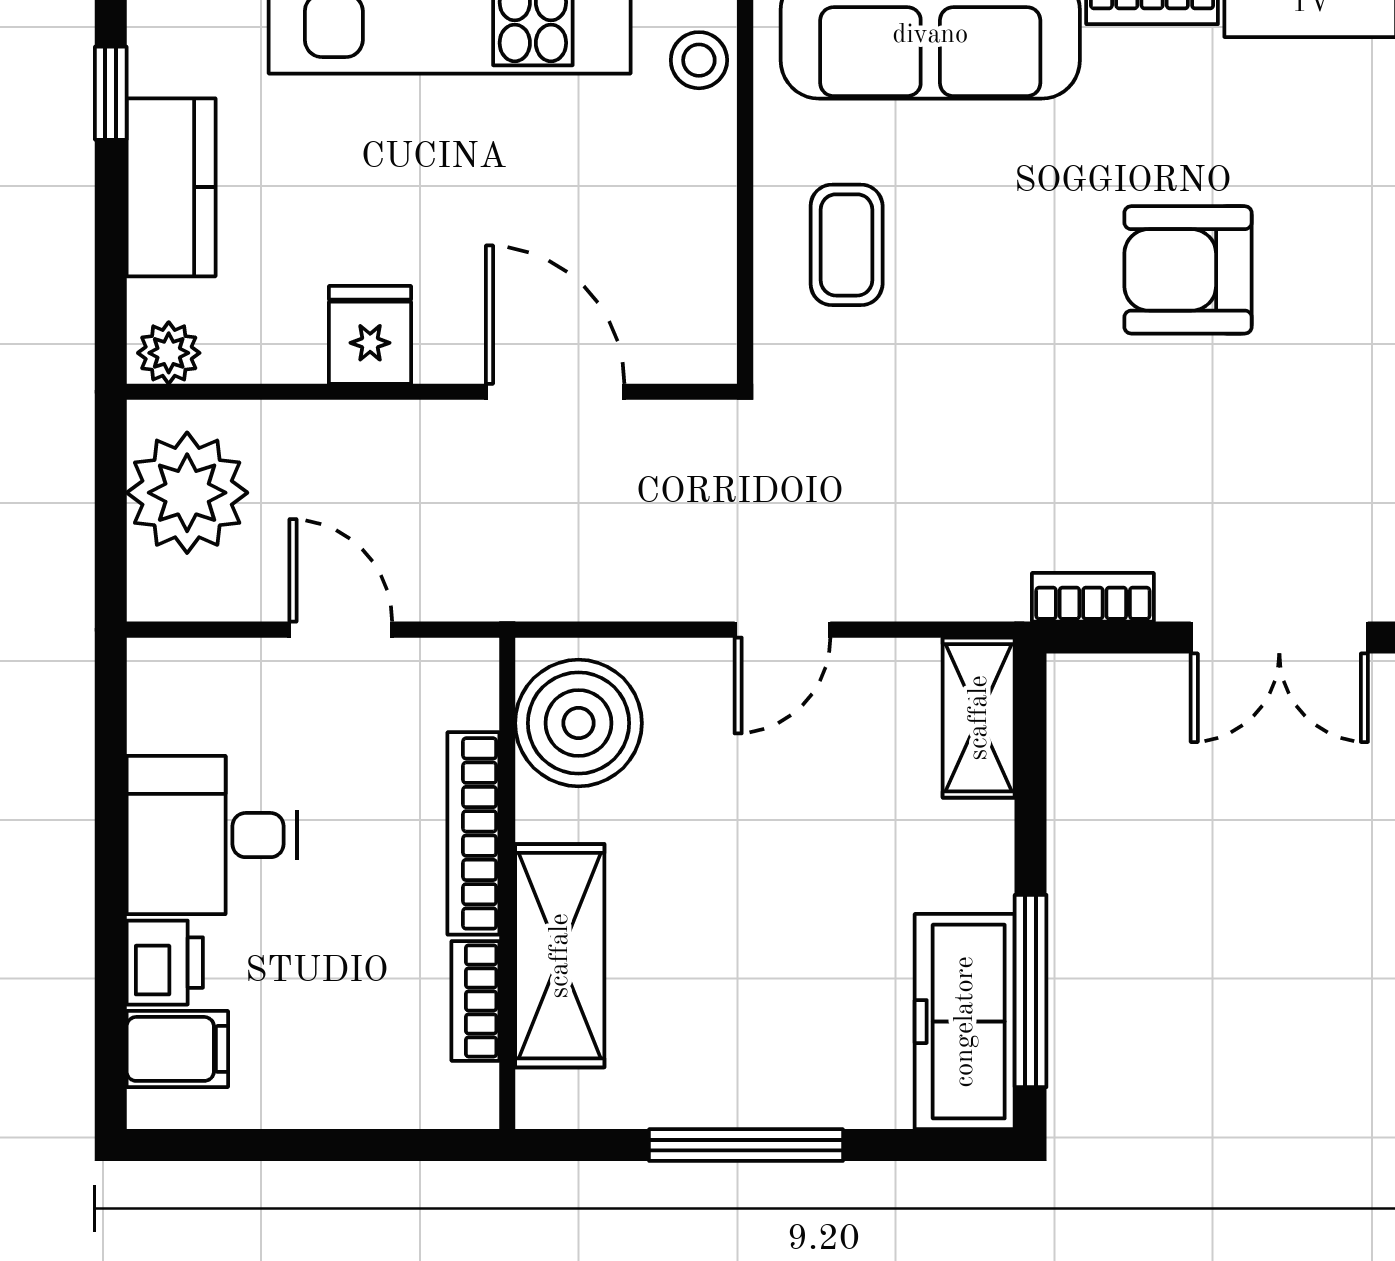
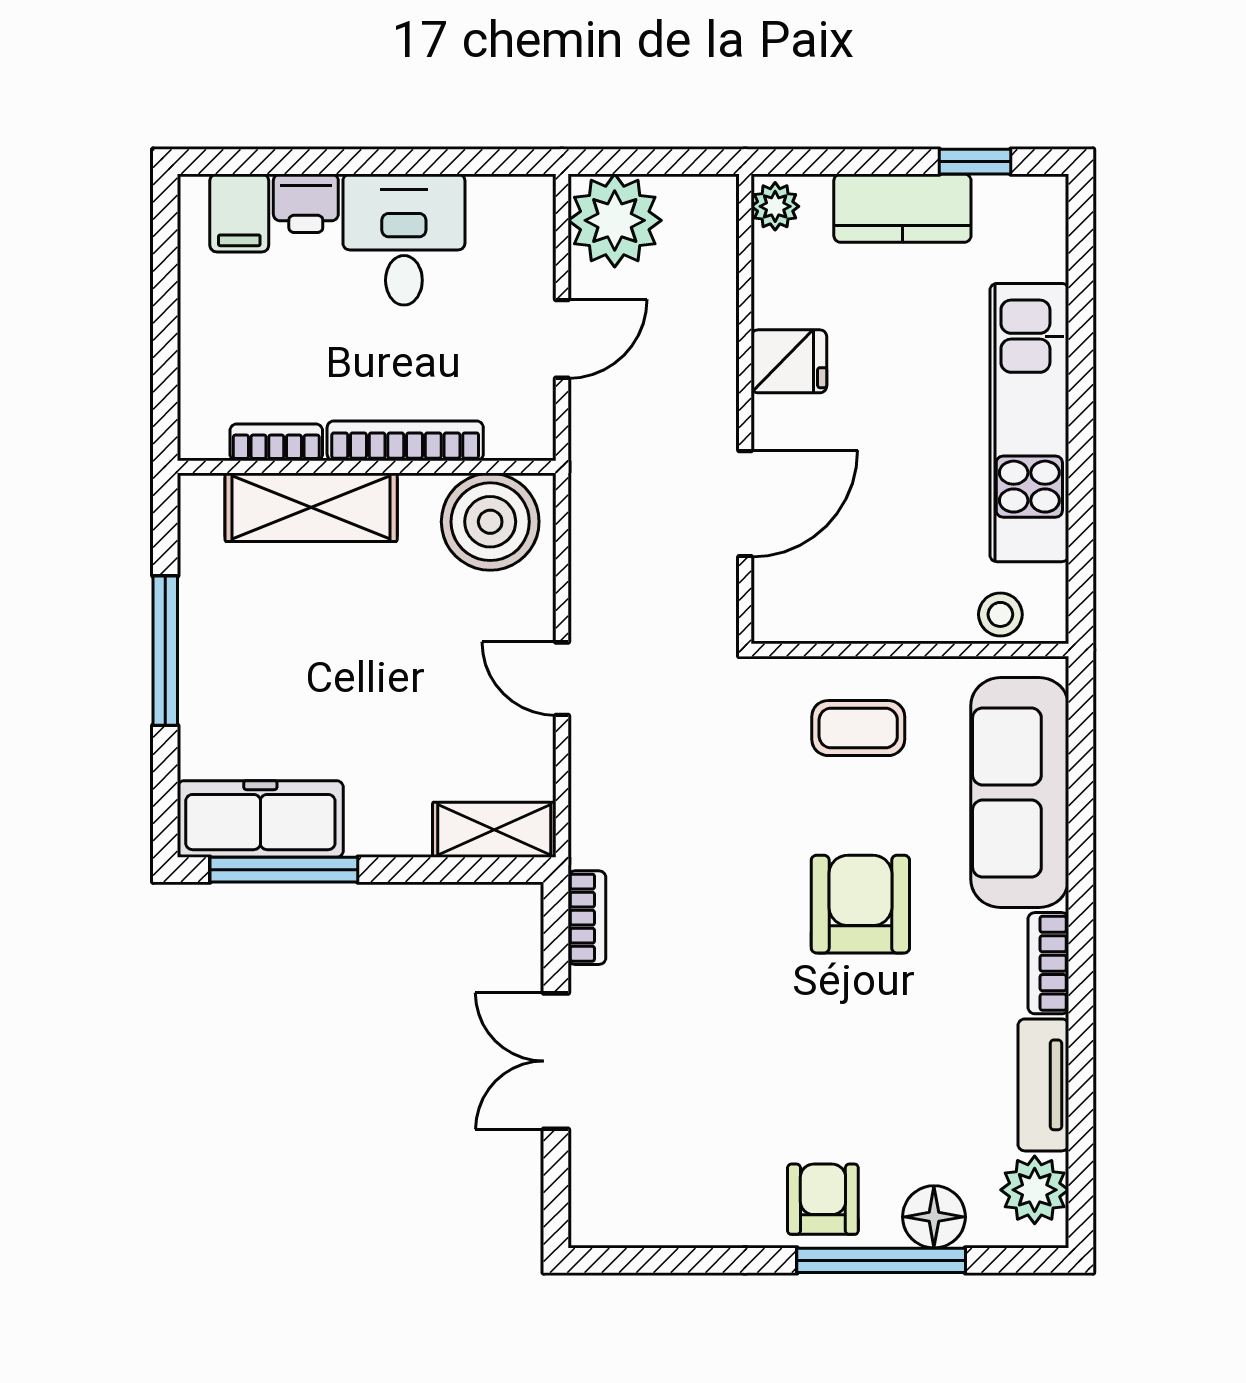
armchair: (1188, 270) -> (860, 904), moved
plant: (187, 493) -> (615, 220), moved

